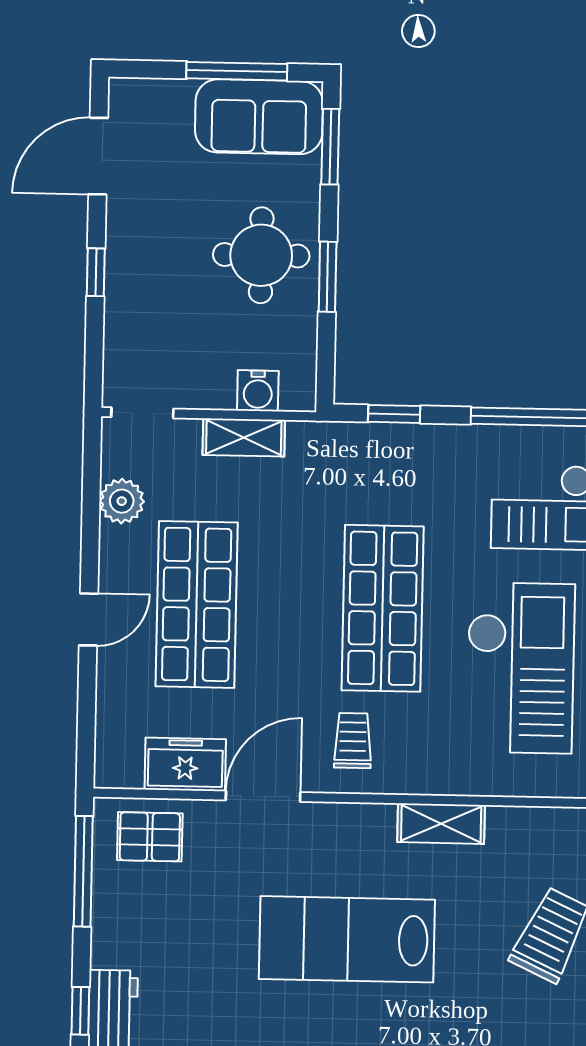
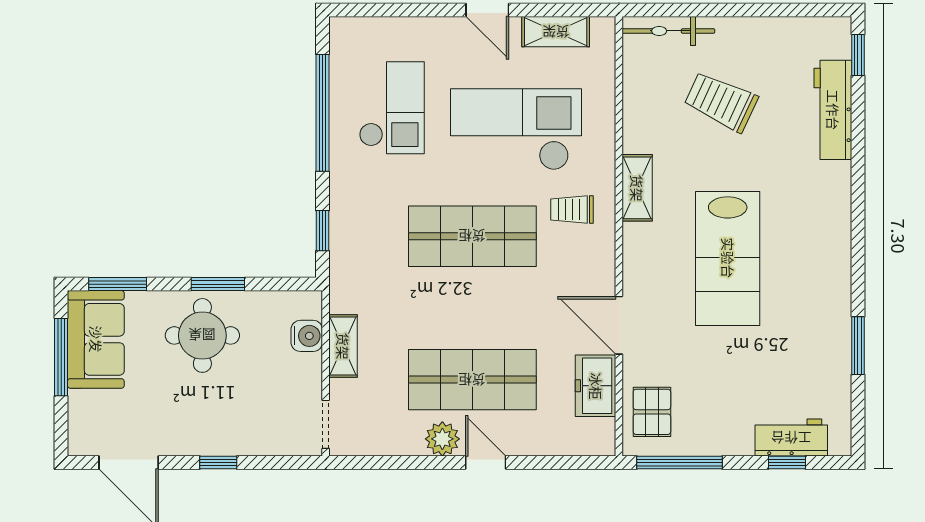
plant: (122, 501) -> (442, 439), moved
trolley: (353, 741) -> (572, 209), moved

